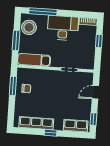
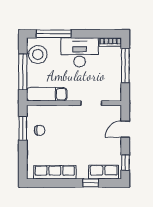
window: (16, 40) -> (23, 72), width x1.44
window: (99, 41) -> (125, 66), width x2.17
window: (51, 133) -> (91, 183), moved

